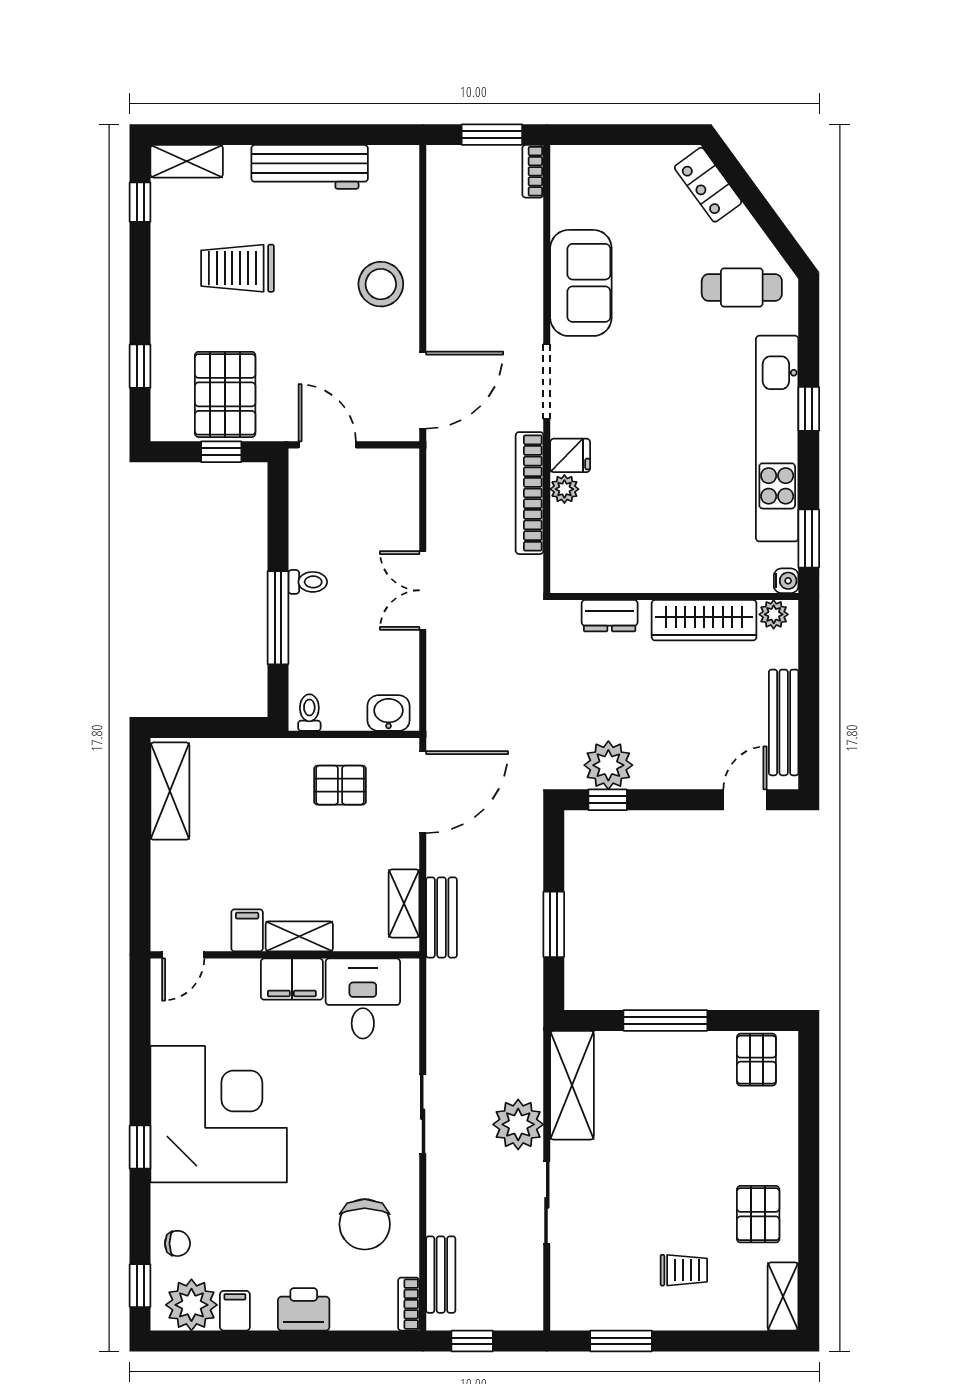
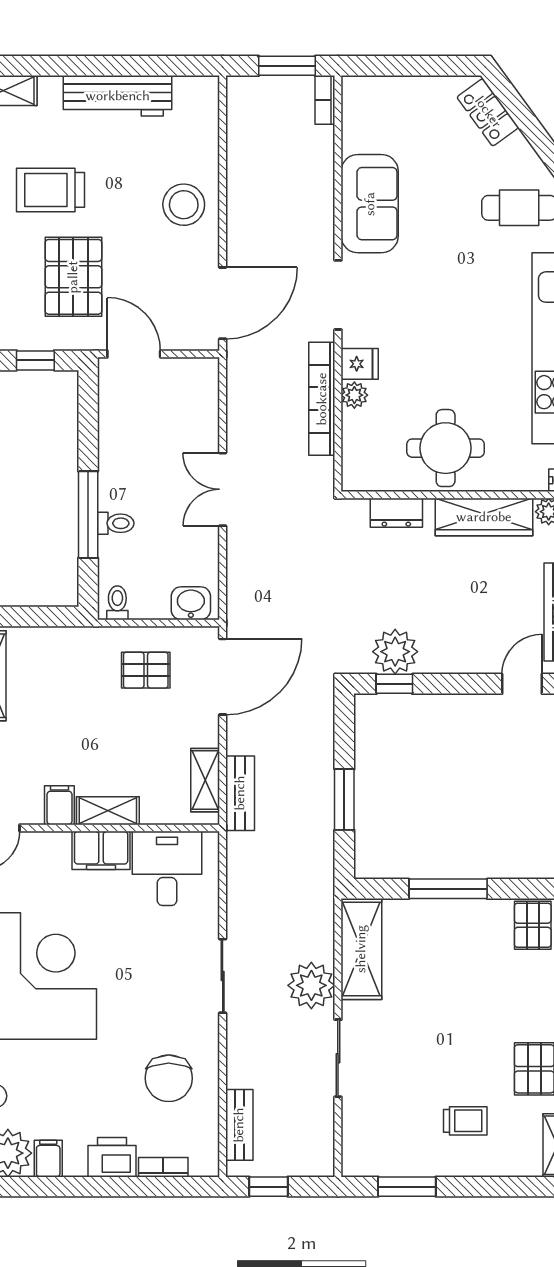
pallet: (225, 394) -> (73, 277), moved
round table: (663, 546) -> (446, 448), added
toilet: (308, 582) -> (116, 523), moved
bookcase: (409, 1304) -> (163, 1167), moved, turned 90

